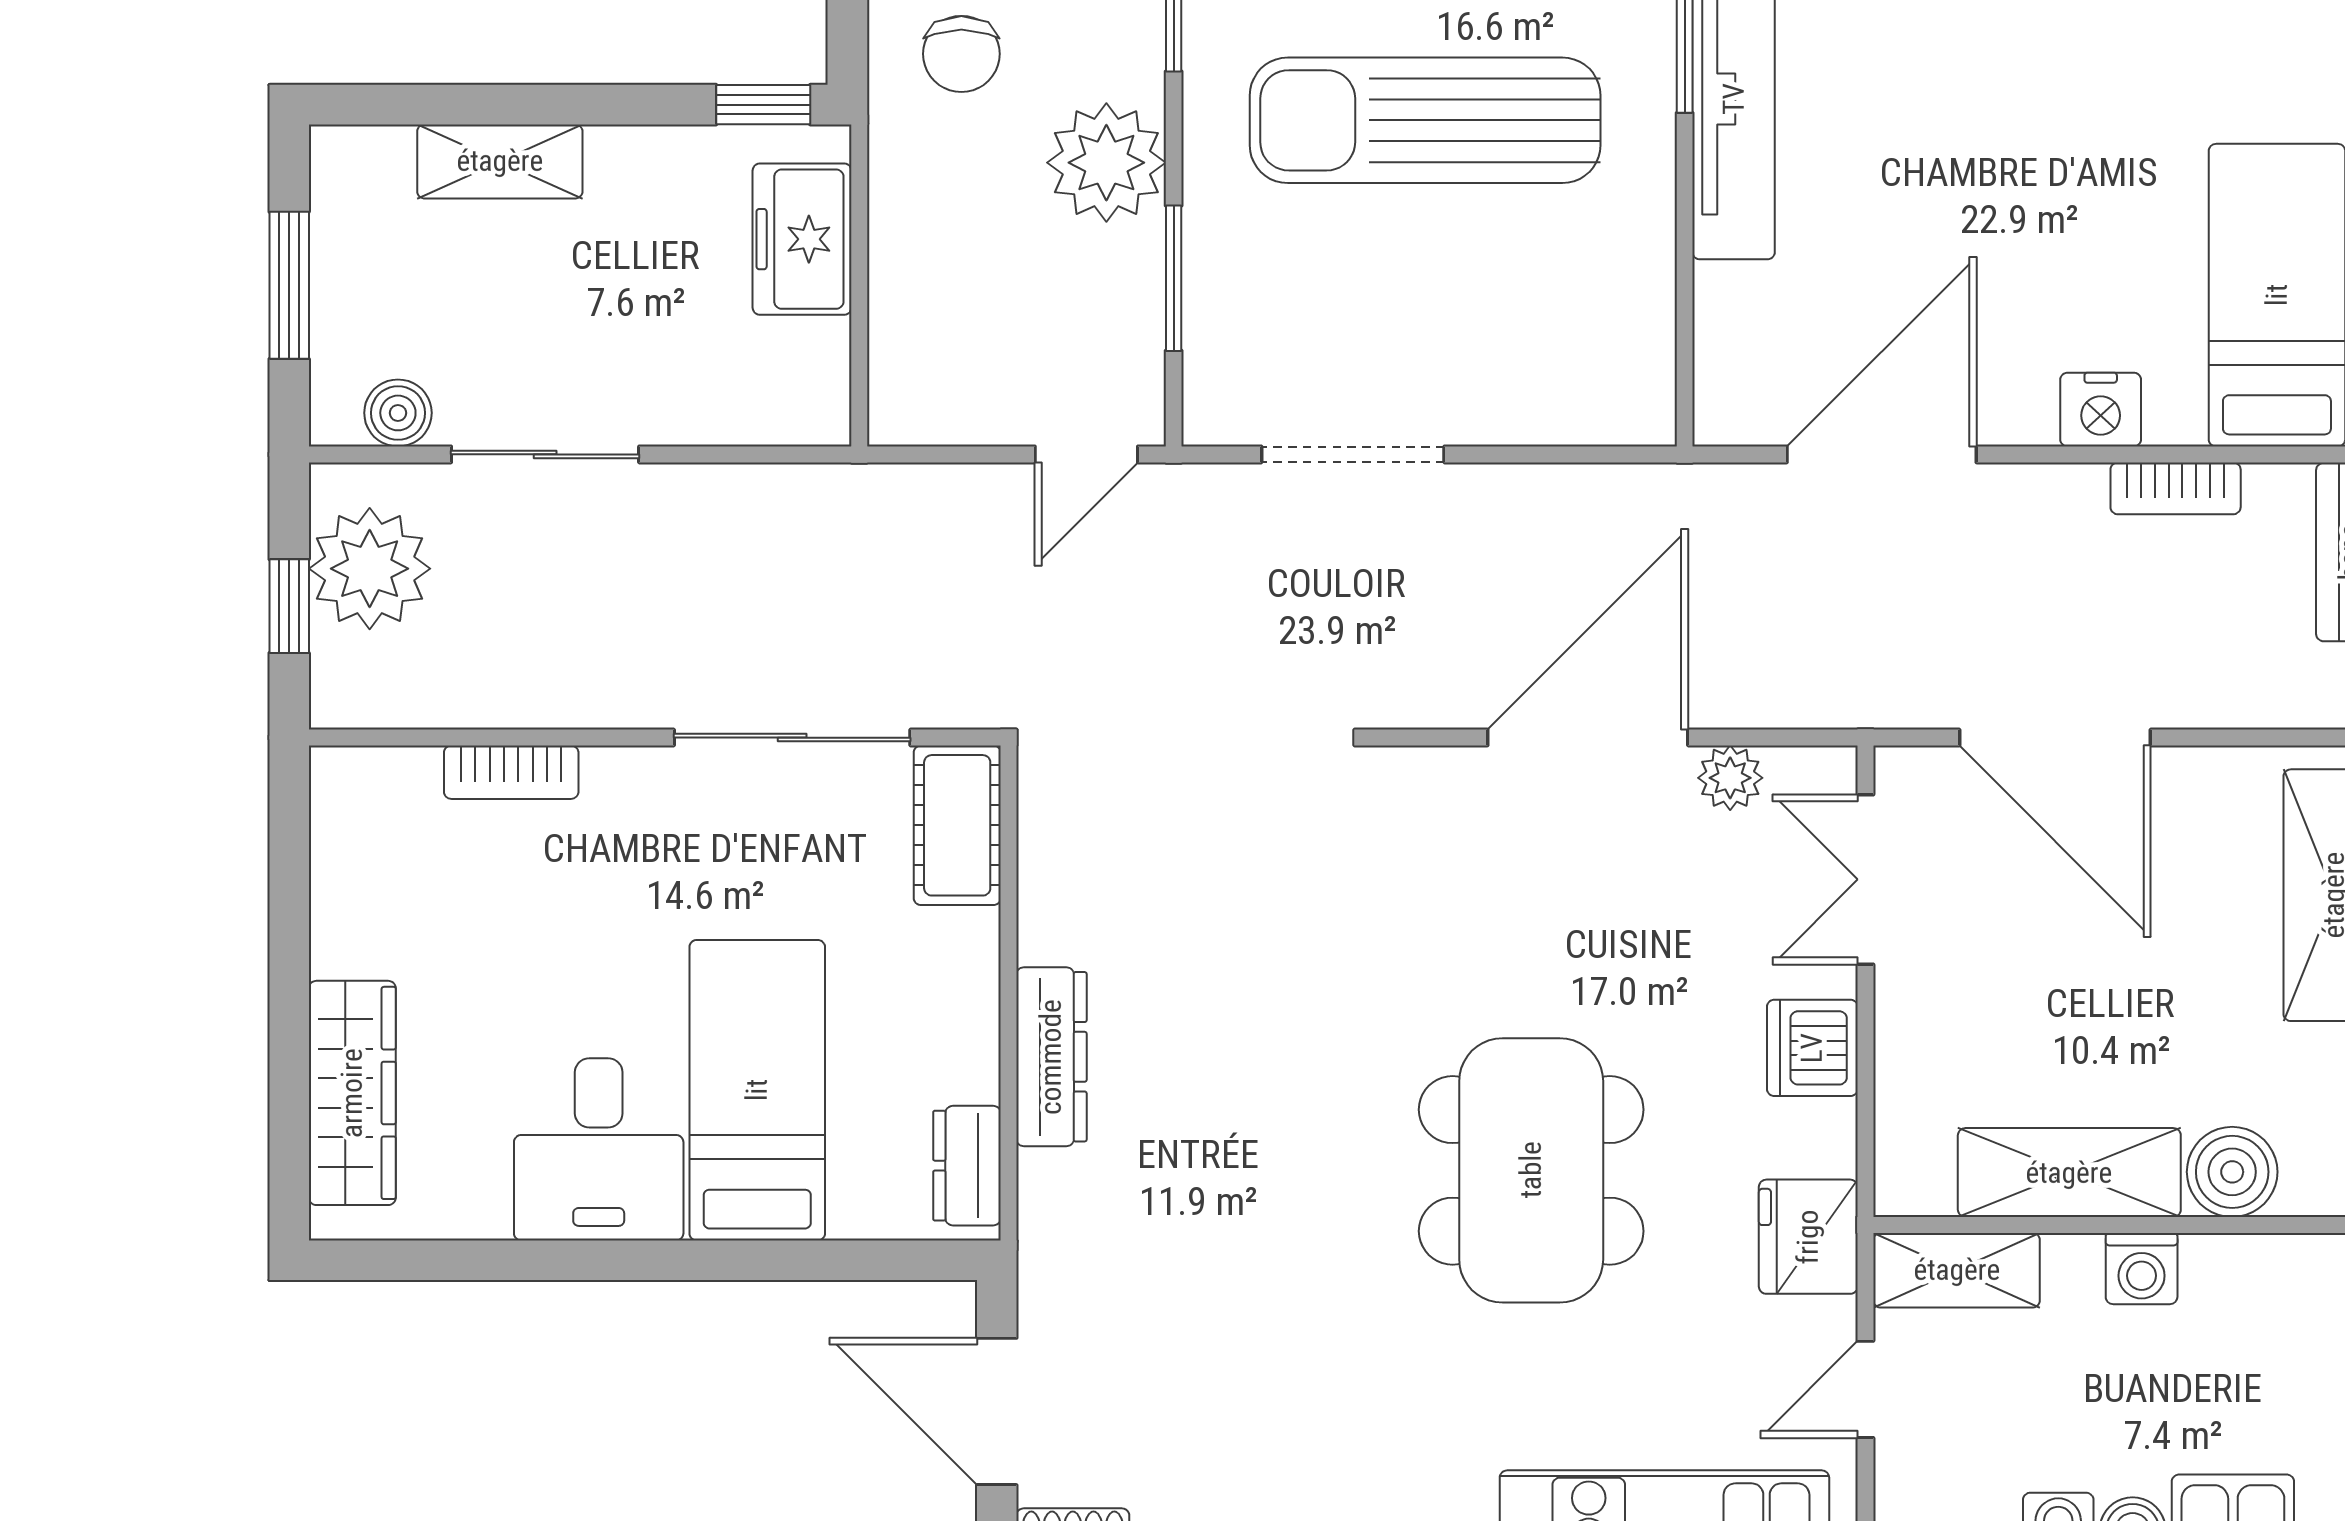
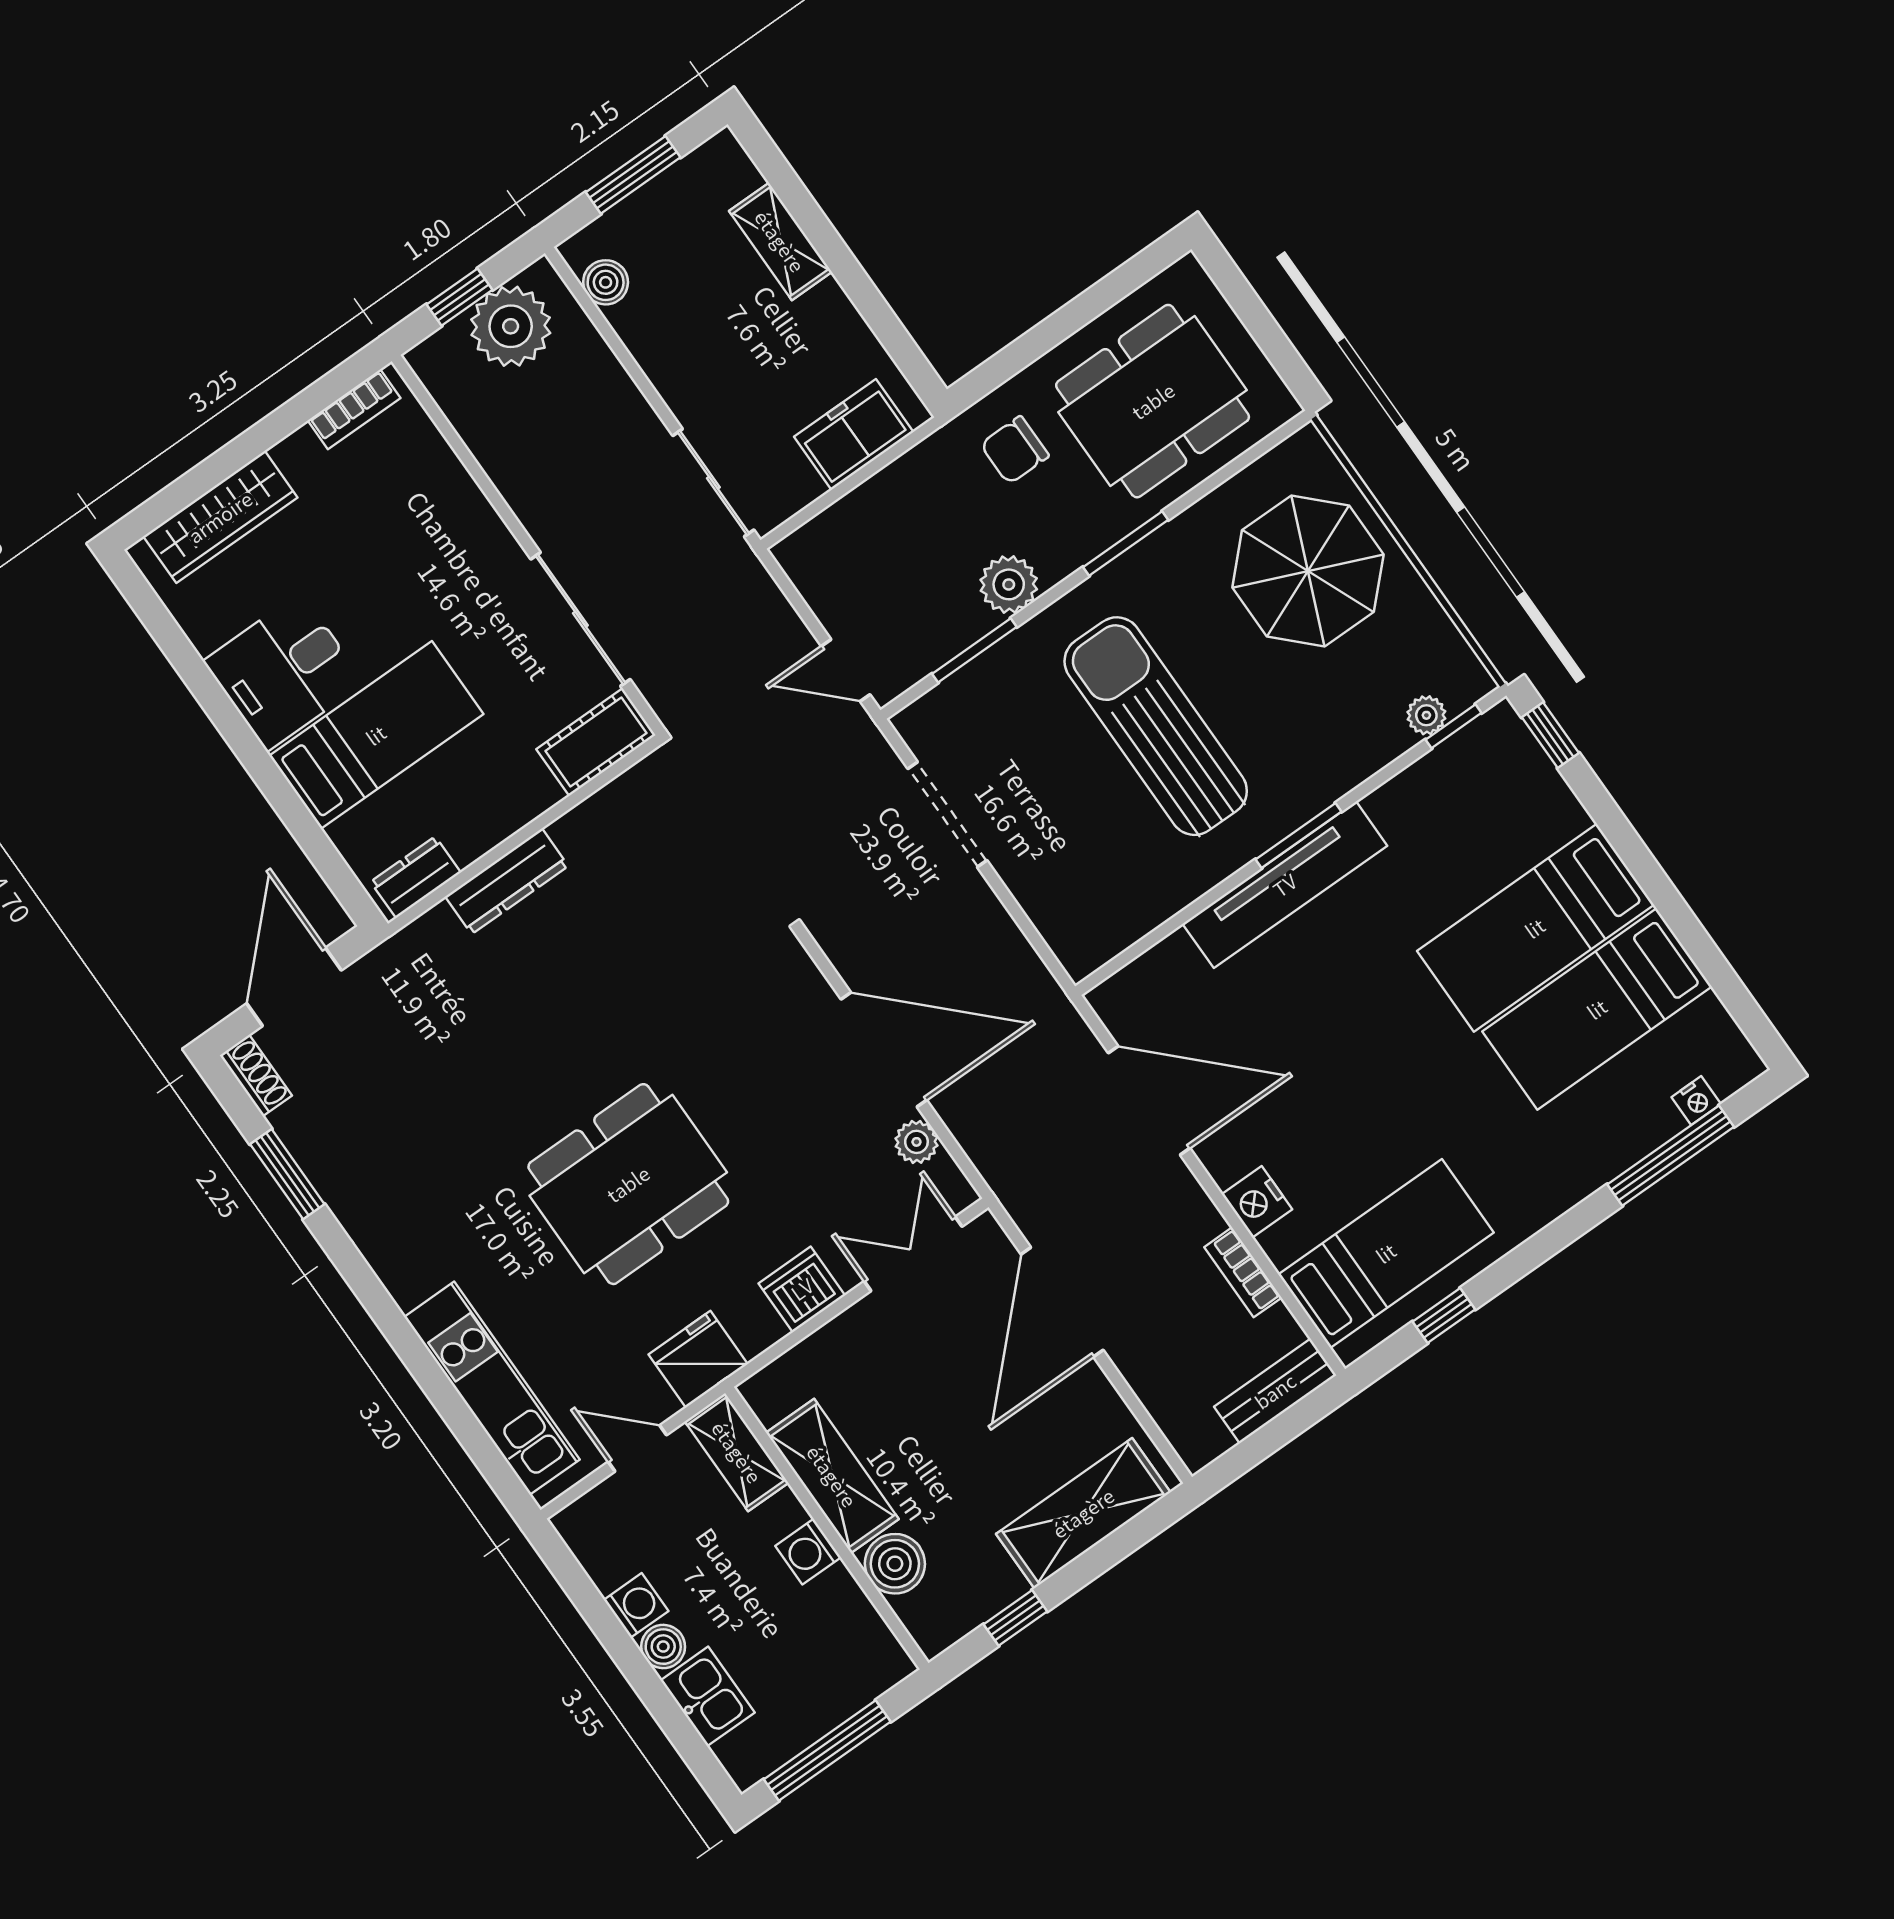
window: (763, 105) -> (912, 362), removed
plant: (1106, 163) -> (1009, 584), width x0.73, depth x0.73
sliding door: (545, 454) -> (713, 483), moved
bookcase: (511, 772) -> (354, 409), moved, turned -90

